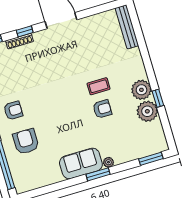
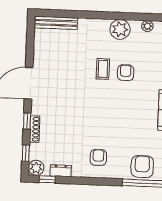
window: (158, 98) -> (133, 17), removed
plant: (147, 111) -> (147, 26), width x0.53, depth x0.53
armchair: (26, 142) -> (142, 167), moved, turned 90

